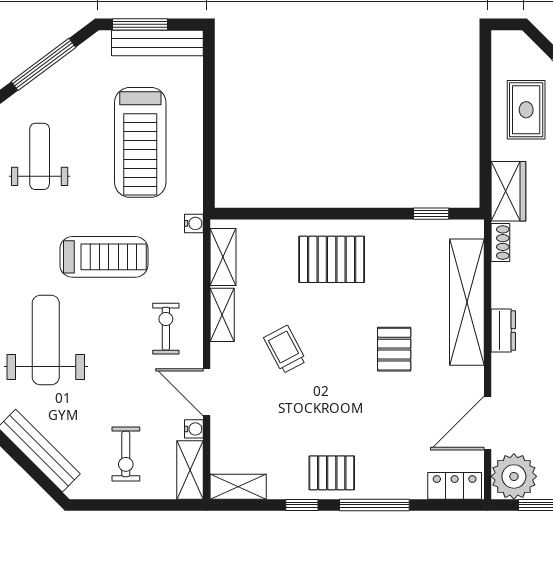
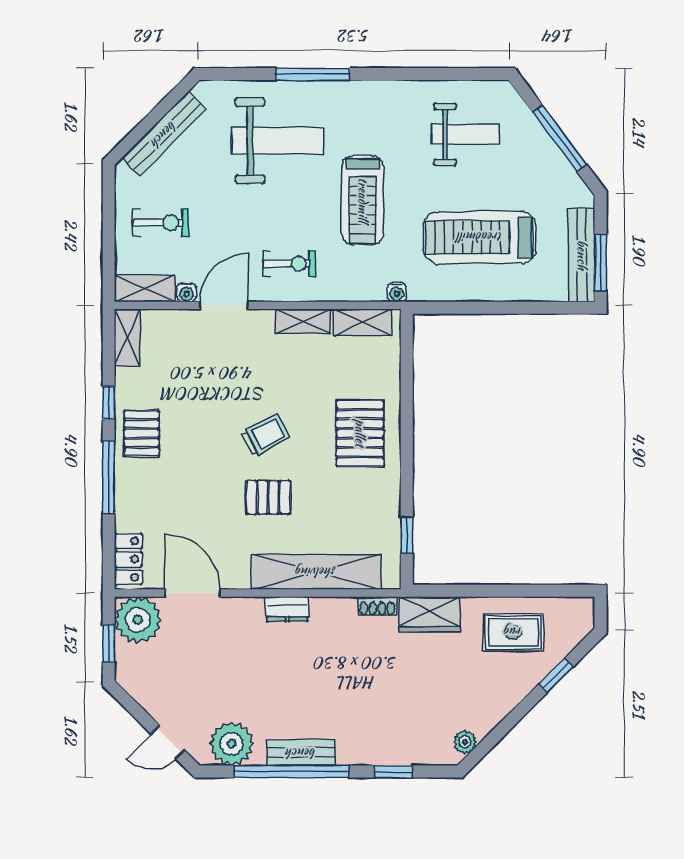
window: (140, 24) -> (601, 262), moved
trolley: (285, 349) -> (265, 435), moved
exercise bike: (126, 454) -> (161, 223), turned 180

